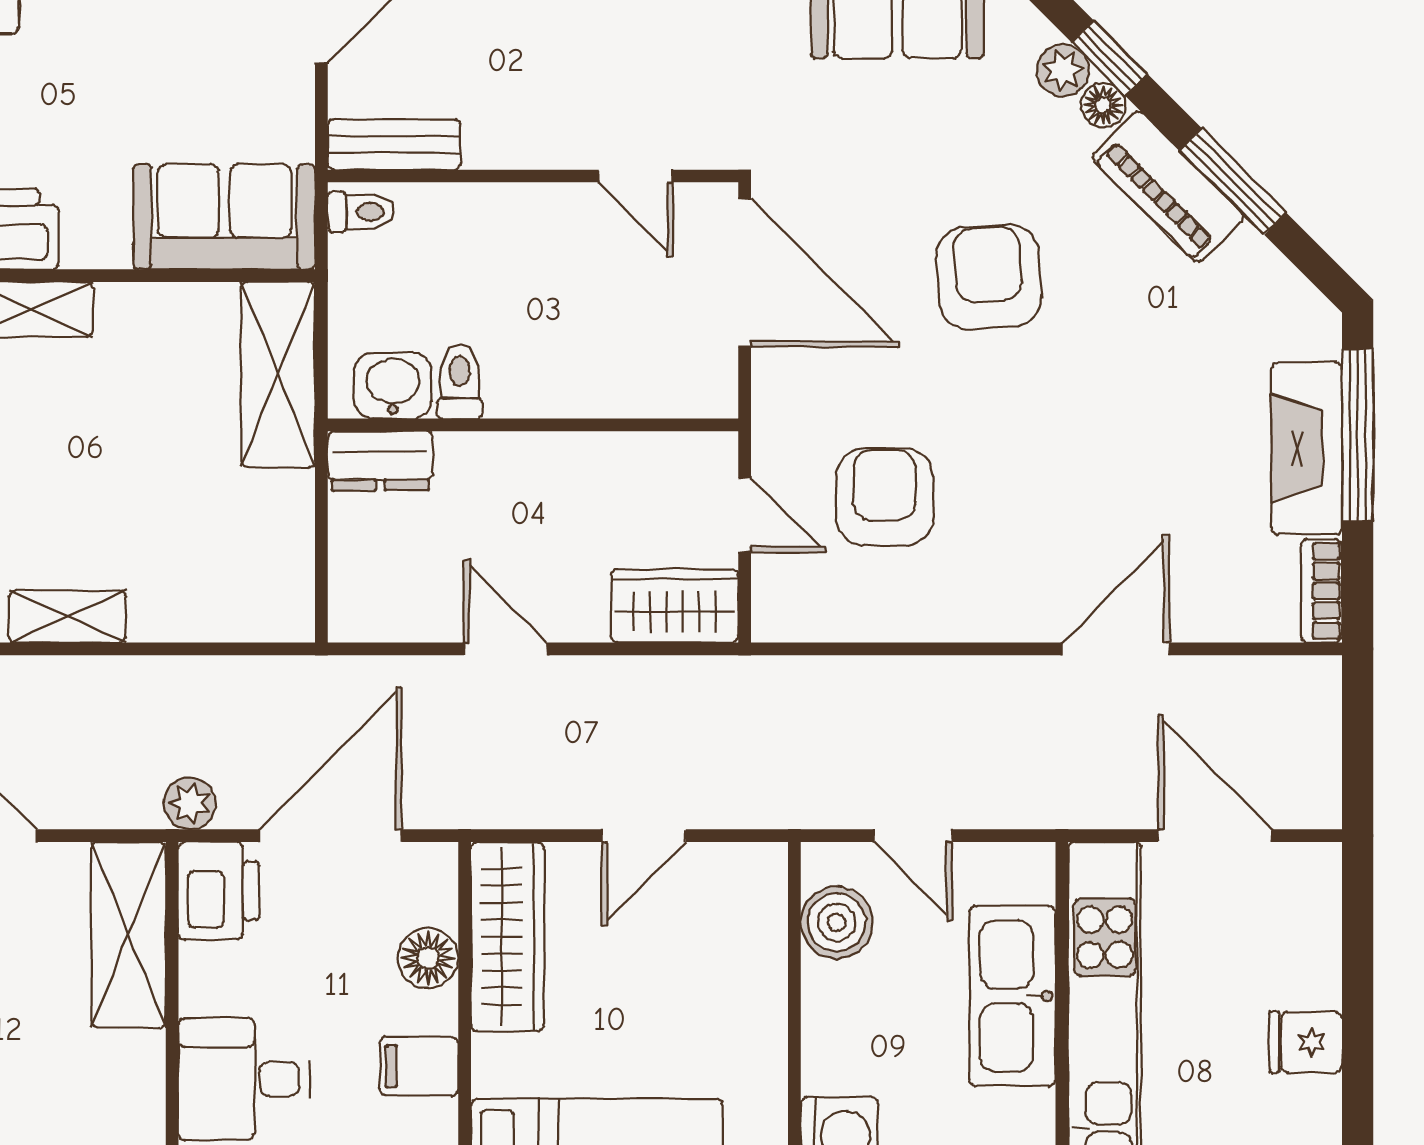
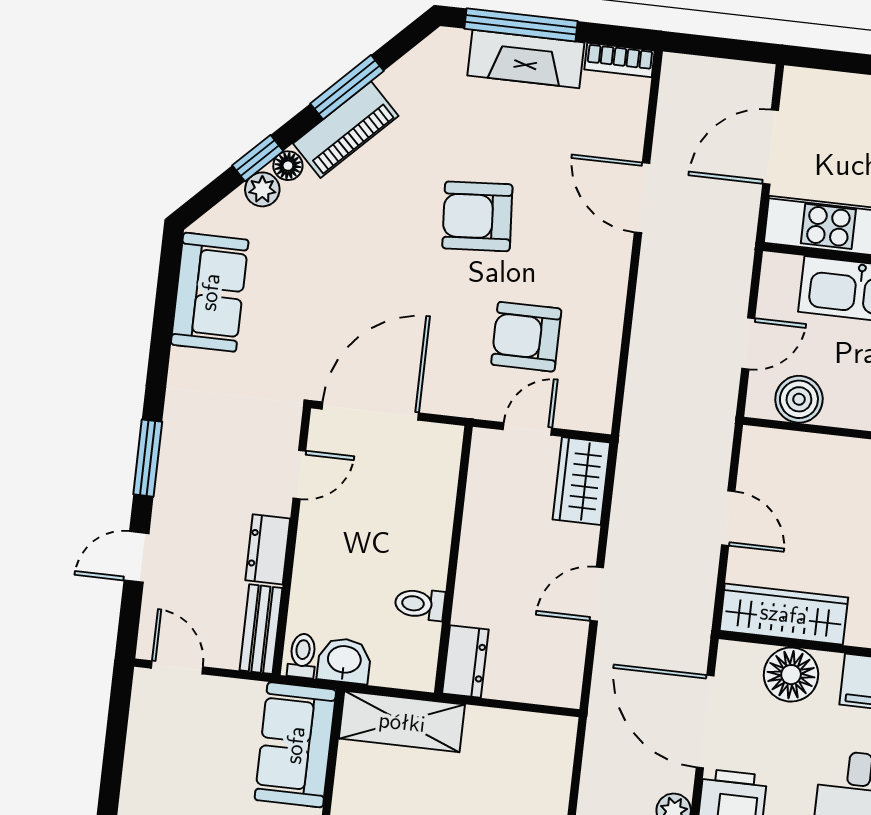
dresser: (516, 141) -> (268, 549), added
armchair: (989, 277) -> (477, 216), moved
washbasin: (393, 386) -> (344, 661), moved, turned 90
floor lamp: (428, 958) -> (791, 675), width x1.38, depth x1.38

